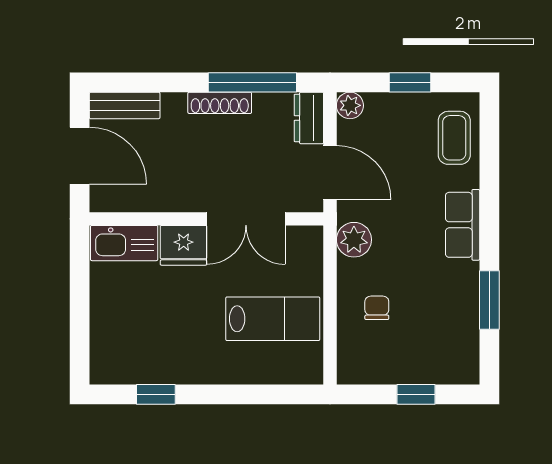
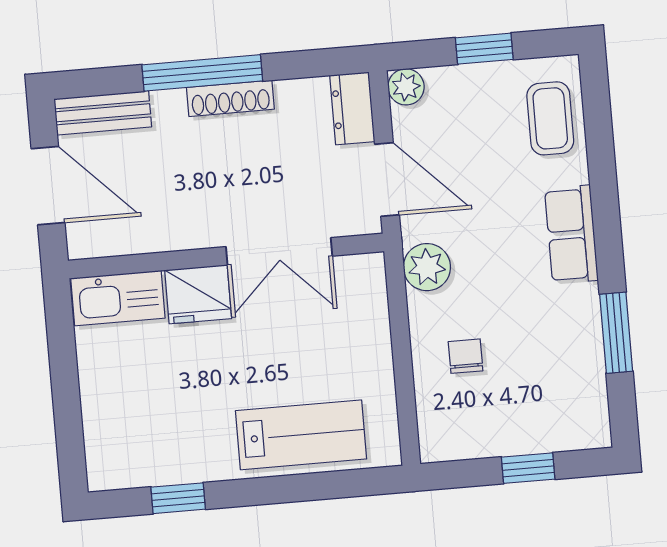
window: (252, 82) -> (202, 73), moved
lab bench: (273, 319) -> (301, 435), moved

